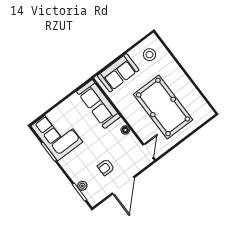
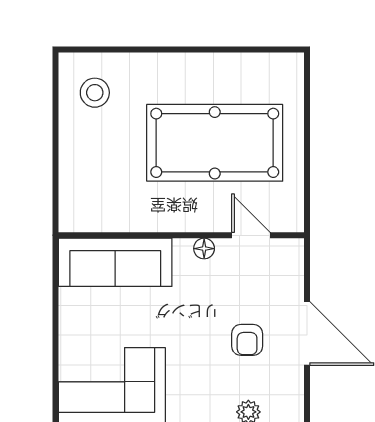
sofa: (118, 73) -> (84, 179), removed
door: (148, 151) -> (251, 235), moved

